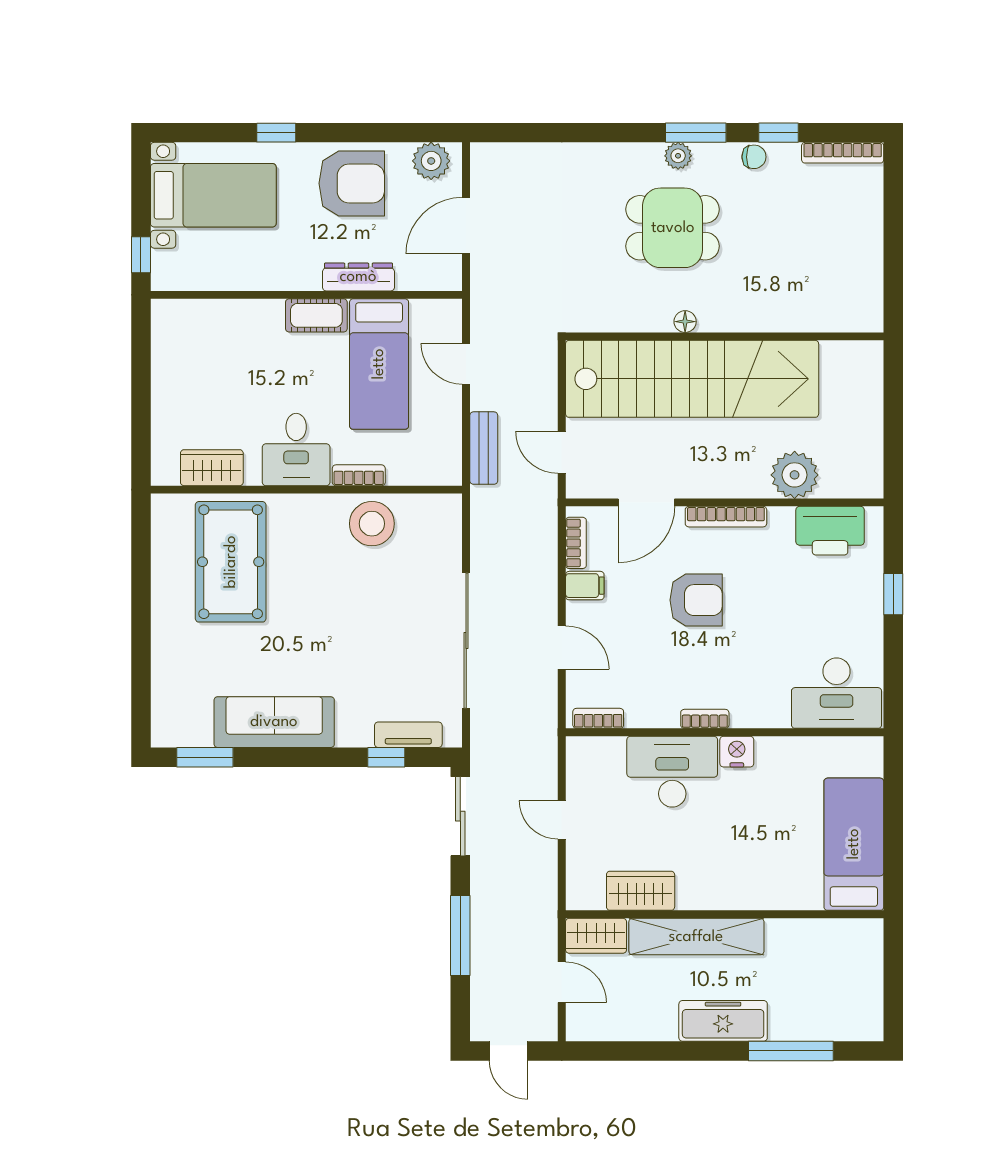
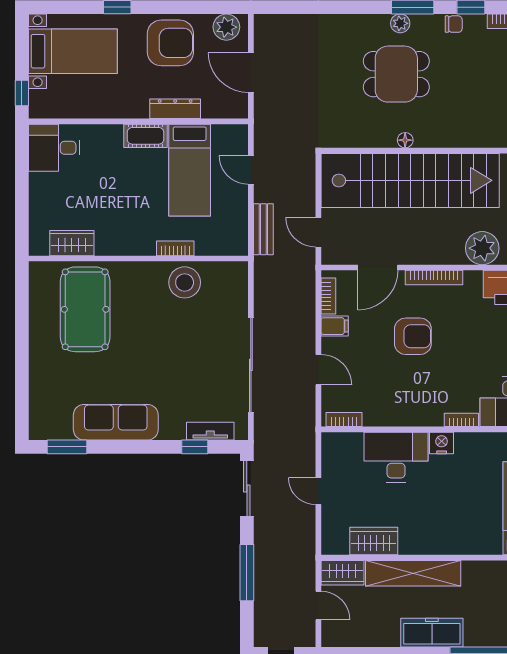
door: (466, 226) -> (251, 73), hinge flipped
desk: (296, 449) -> (54, 148), moved, turned 90
bookcase: (705, 719) -> (461, 420), moved

